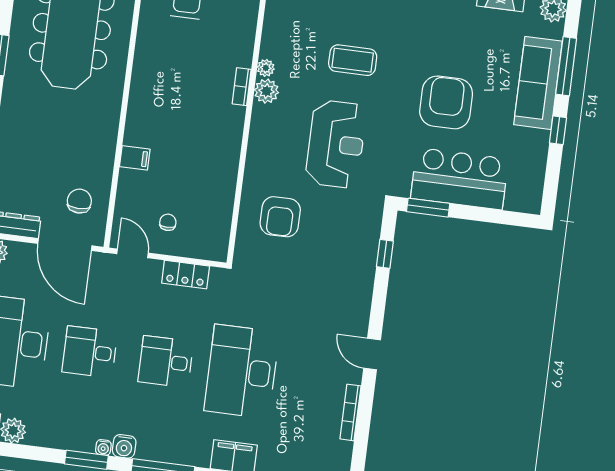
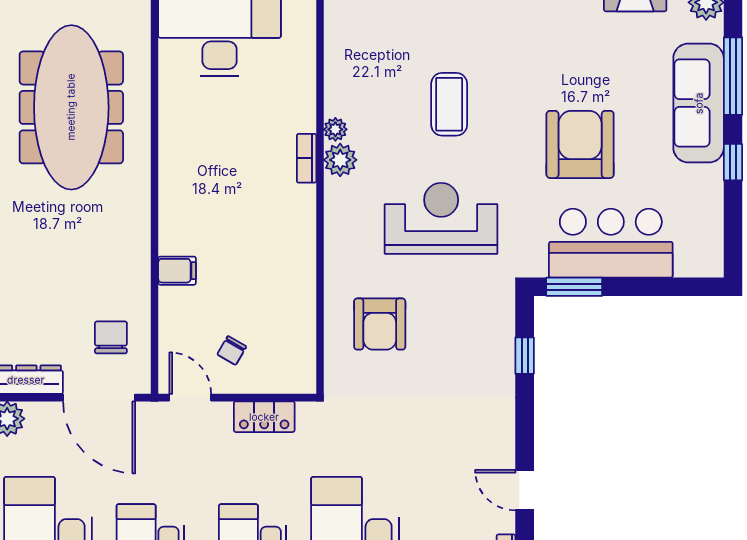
coffee table: (353, 60) -> (449, 104), turned 90
reception desk: (336, 144) -> (441, 218), turned -90
chair: (168, 222) -> (232, 350), turned -150

